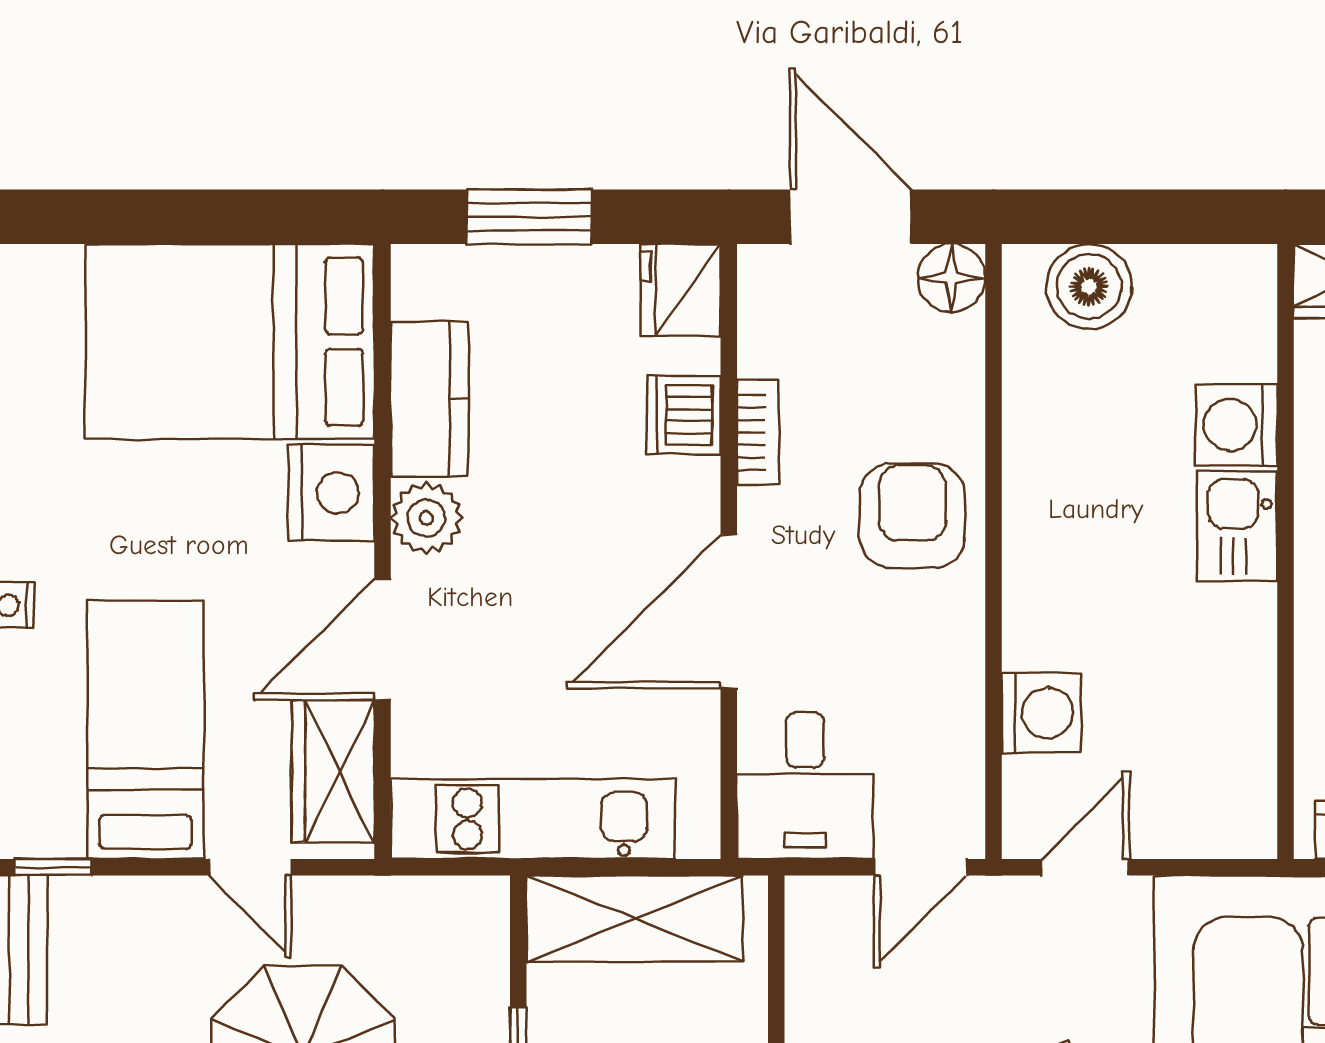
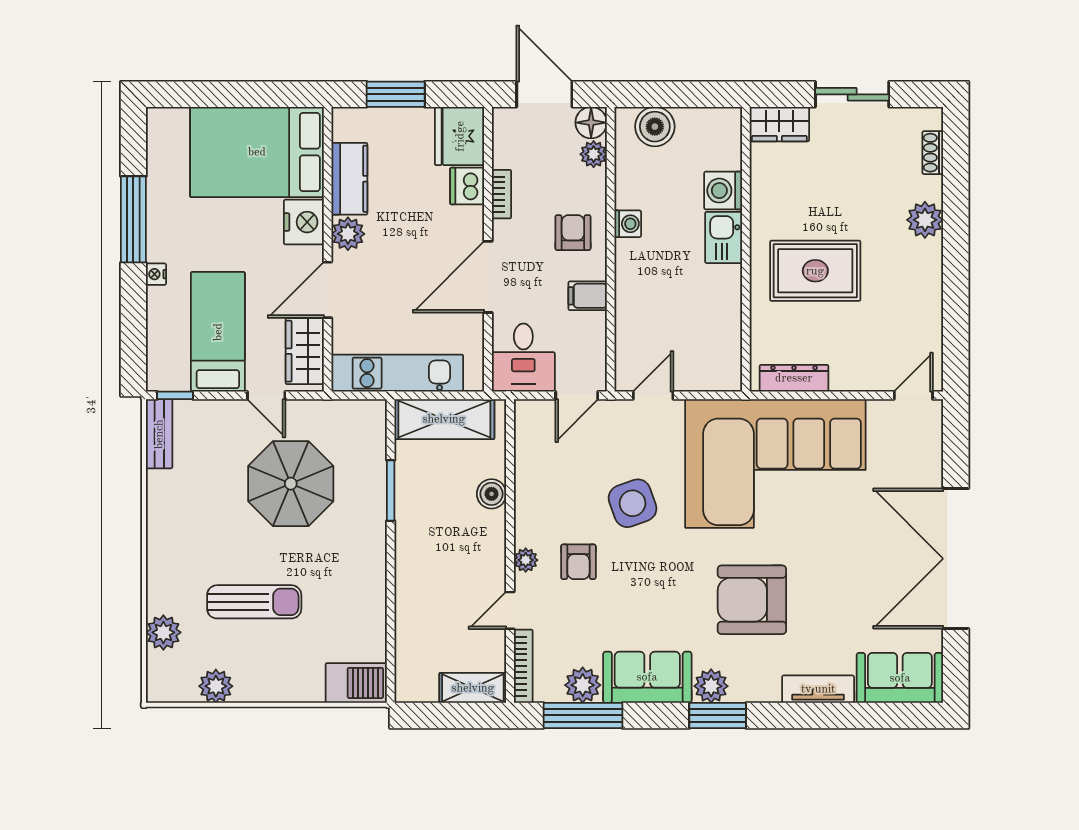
fridge: (681, 290) -> (460, 136), width x1.36, depth x1.34
plant: (957, 346) -> (594, 154), added
armchair: (912, 516) -> (573, 233), width x0.72, depth x0.72
filing cabinet: (944, 652) -> (588, 296), added
washing machine: (1041, 713) -> (628, 224), moved, width x0.73, depth x0.73

